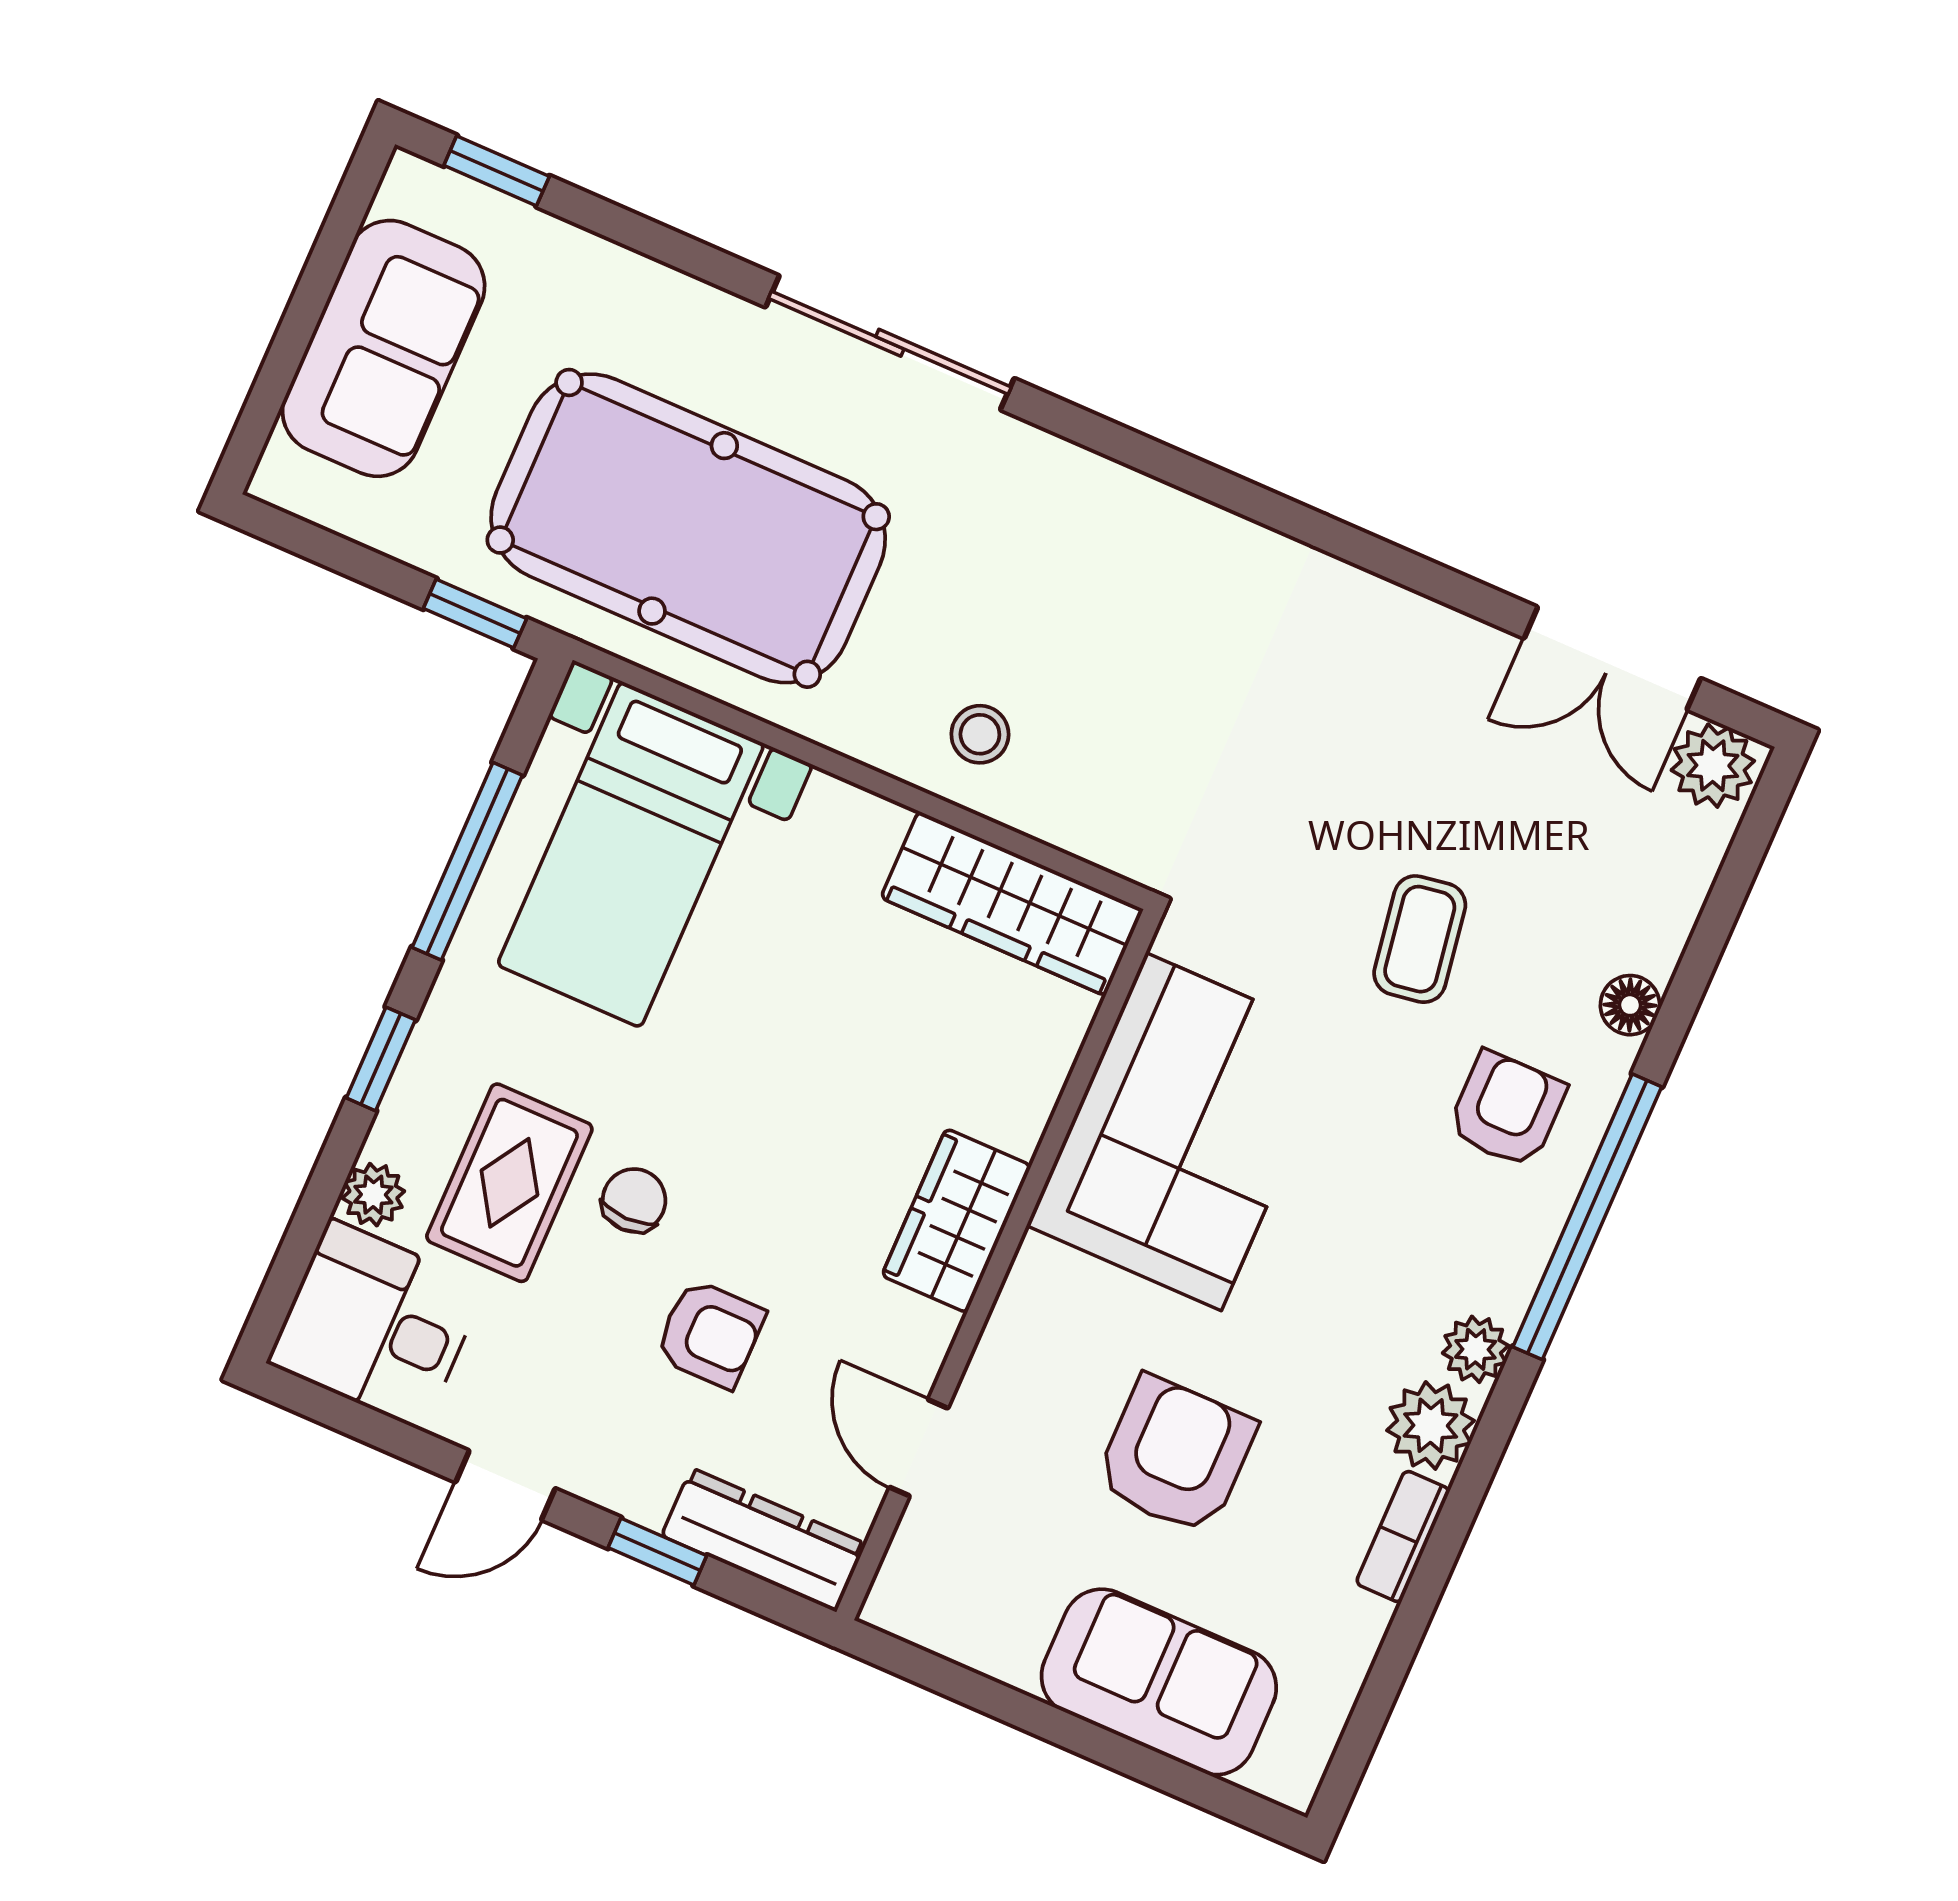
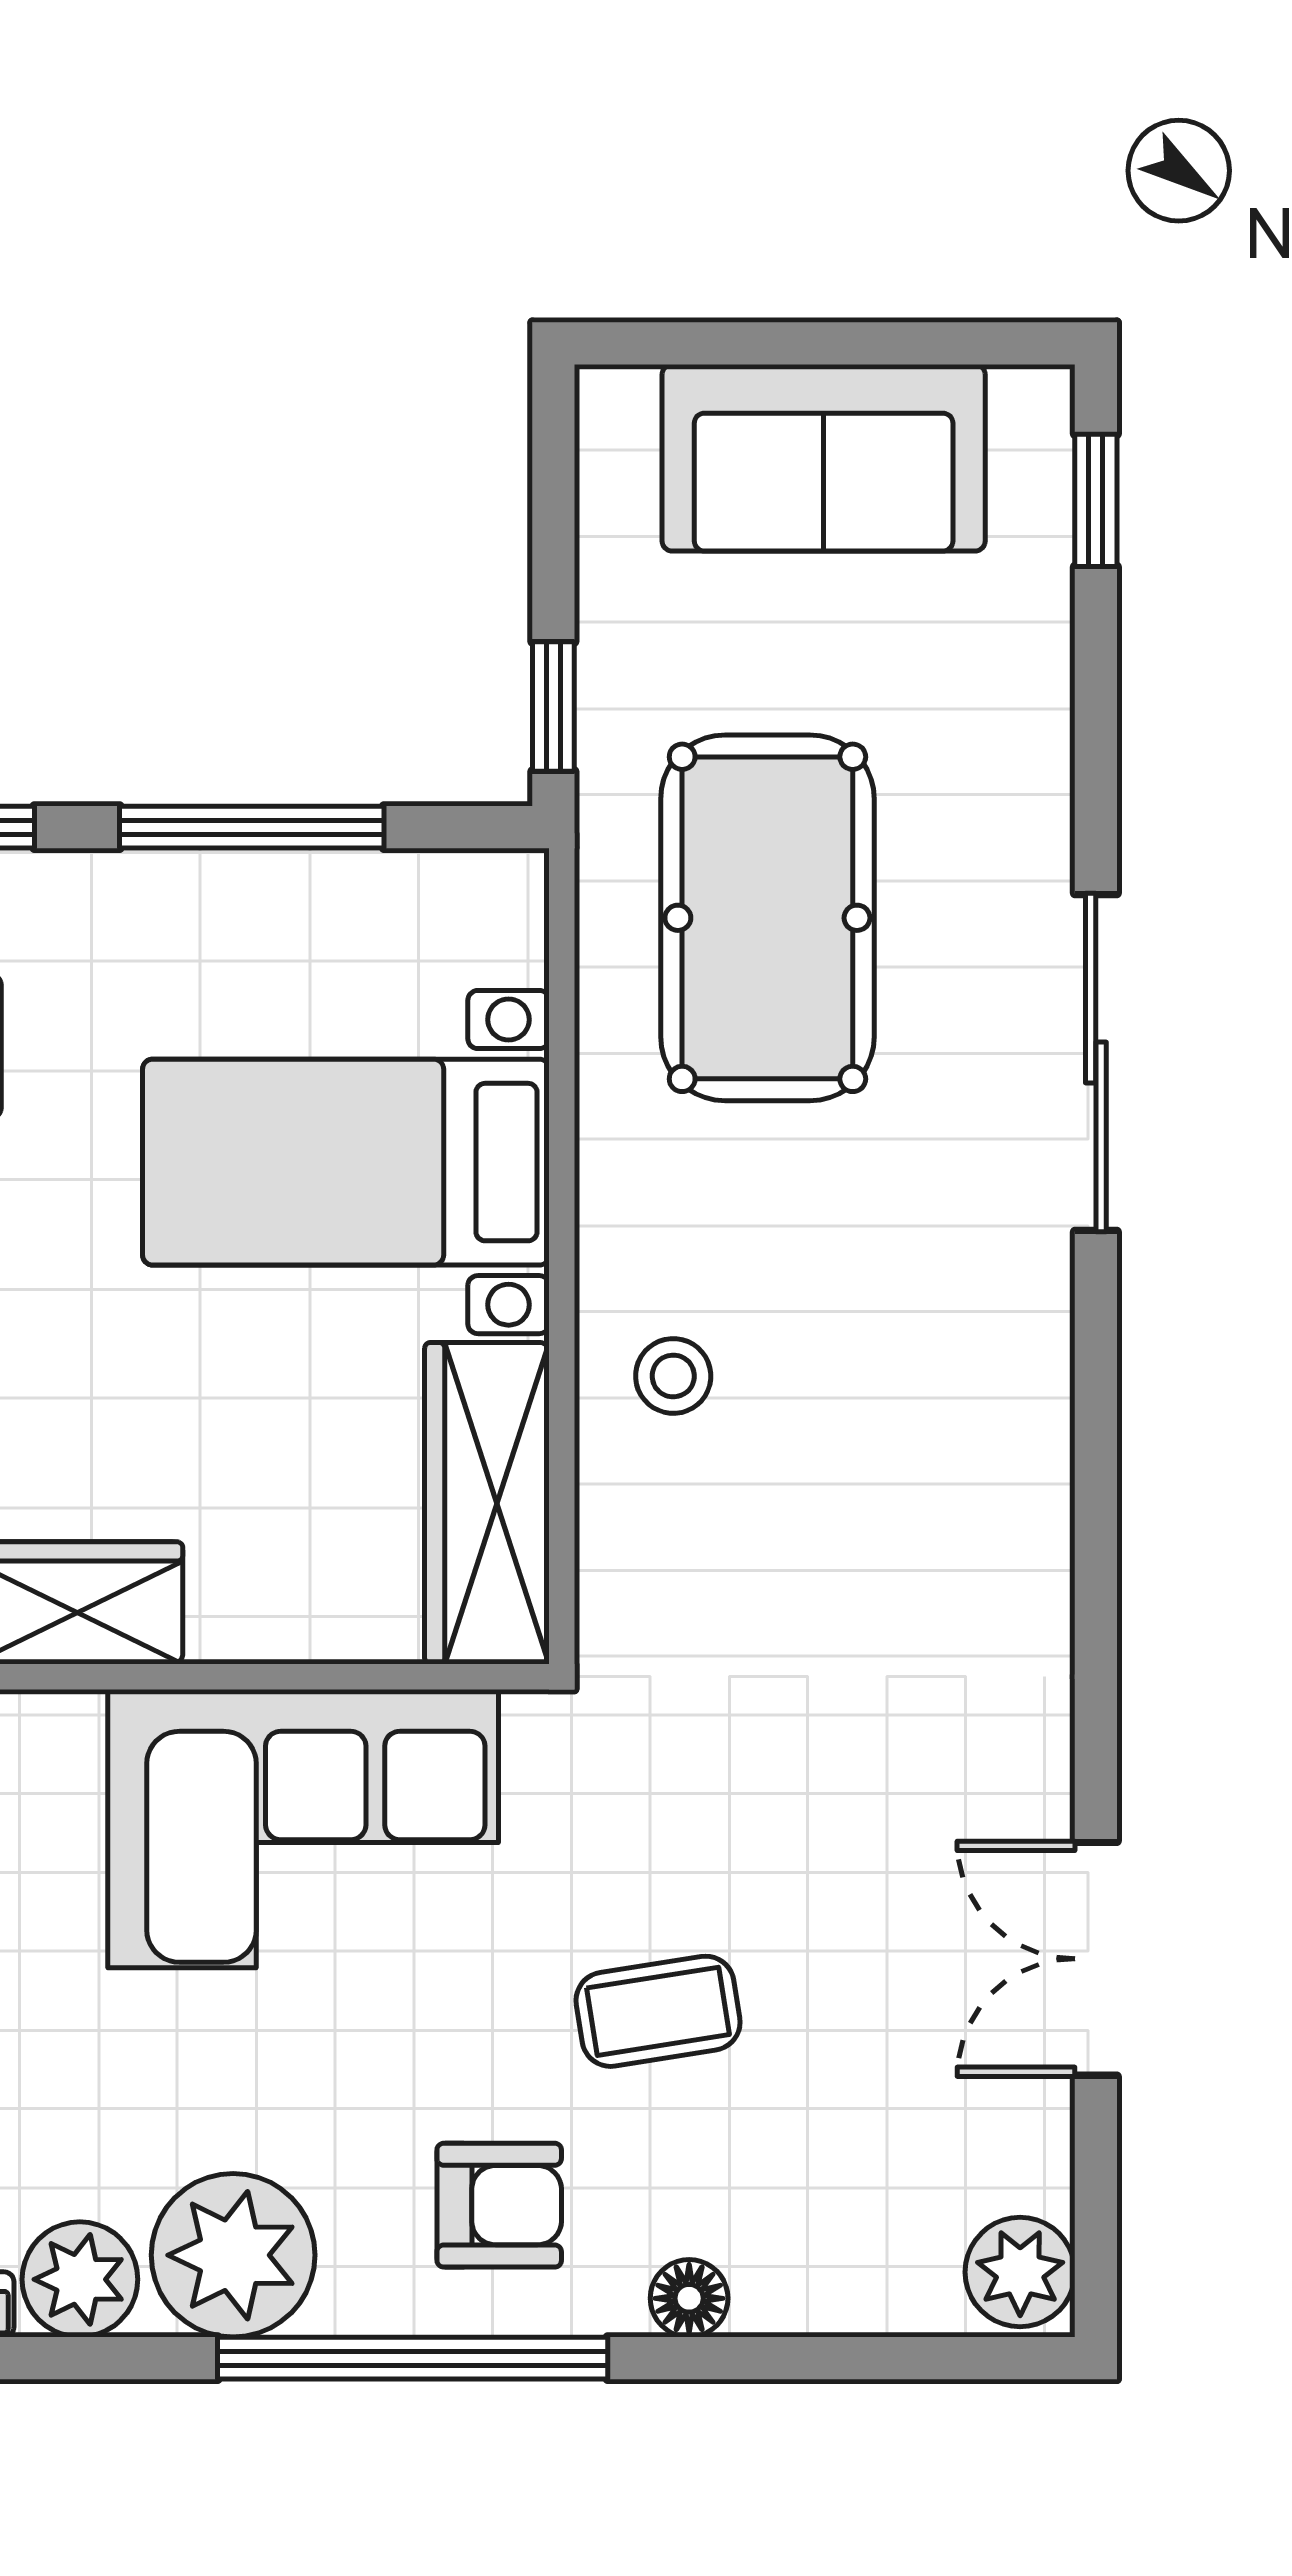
pool table: (688, 528) -> (767, 918), width x0.73, depth x0.76
double door: (1612, 658) -> (1096, 1959), moved
bed with nightstands: (631, 854) -> (346, 1162), moved
plant: (1476, 1349) -> (233, 2255), width x1.88, depth x1.88

